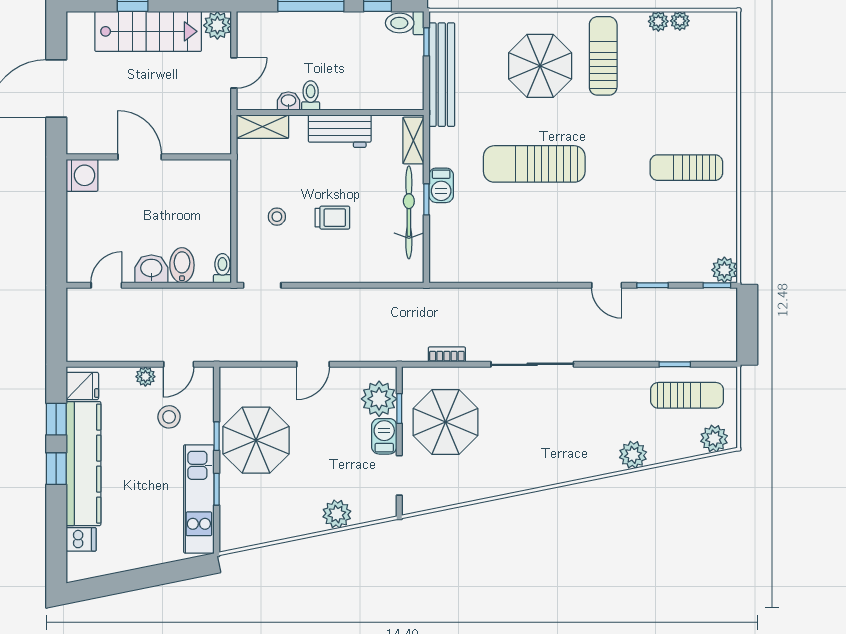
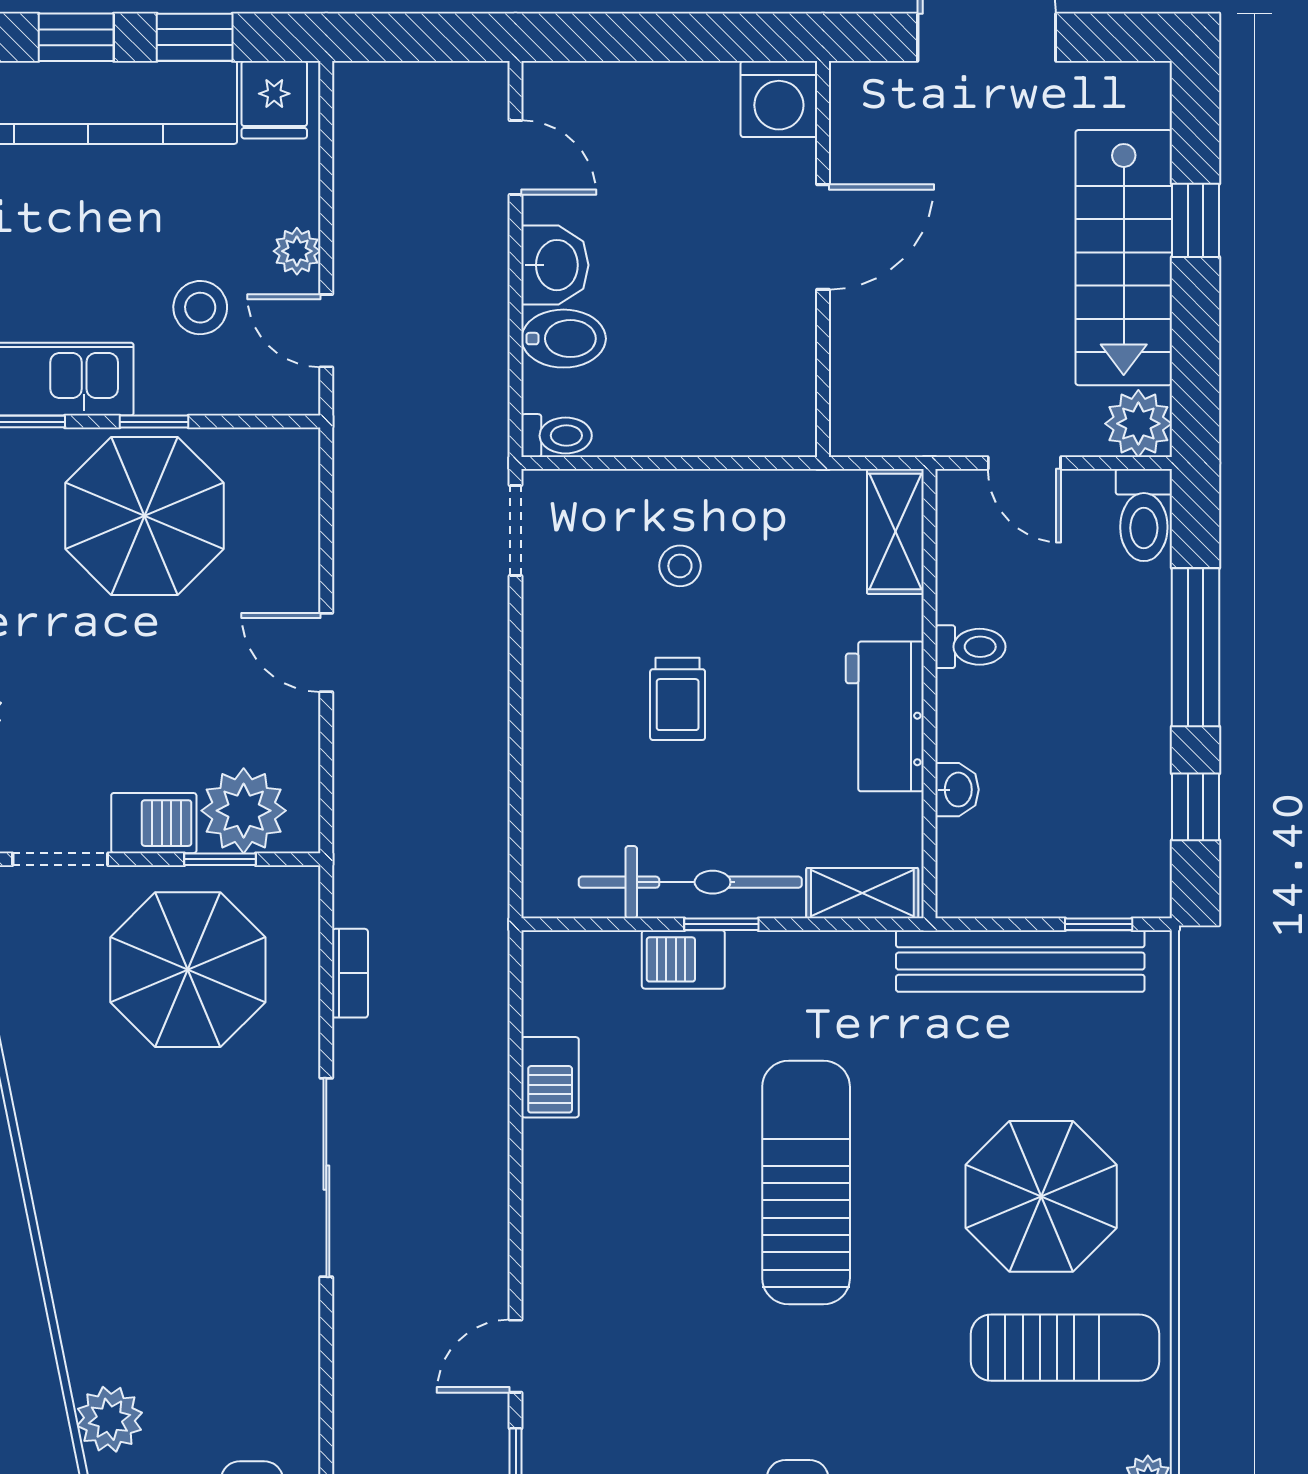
toilet: (405, 23) -> (1144, 515), moved, turned 180
washbasin: (288, 101) -> (957, 790), moved
barbecue: (441, 185) -> (683, 959), moved
barbecue: (490, 271) -> (550, 1077), added

